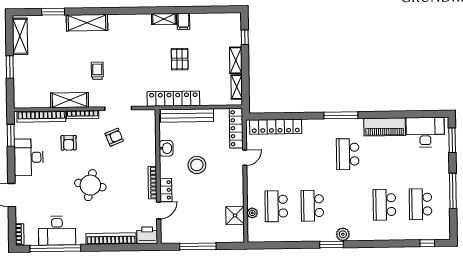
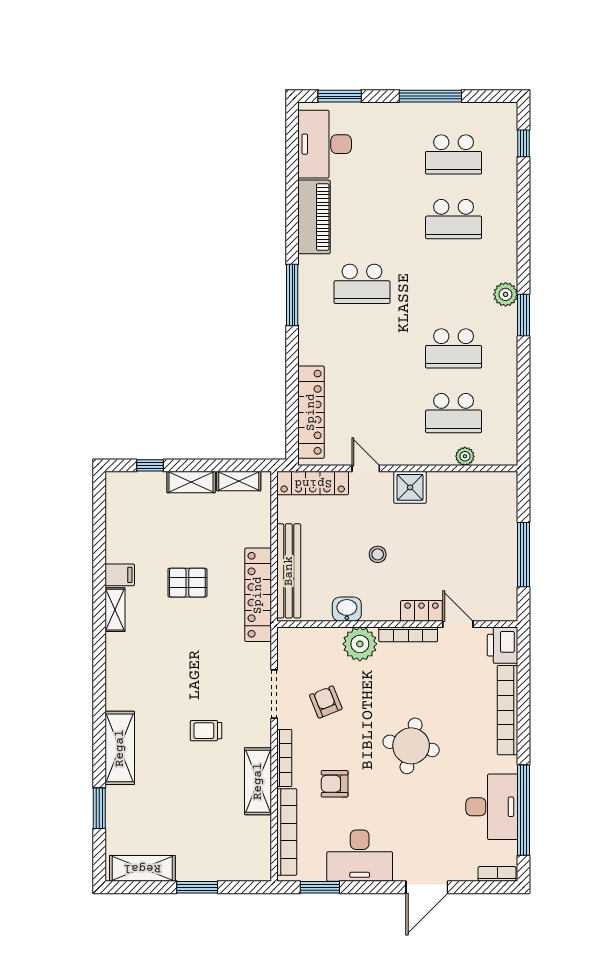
armchair: (69, 143) -> (335, 784), turned 180
plant: (147, 156) -> (360, 644), added
stool: (197, 165) -> (378, 554), width x0.53, depth x0.53
shower: (235, 215) -> (410, 487), moved

